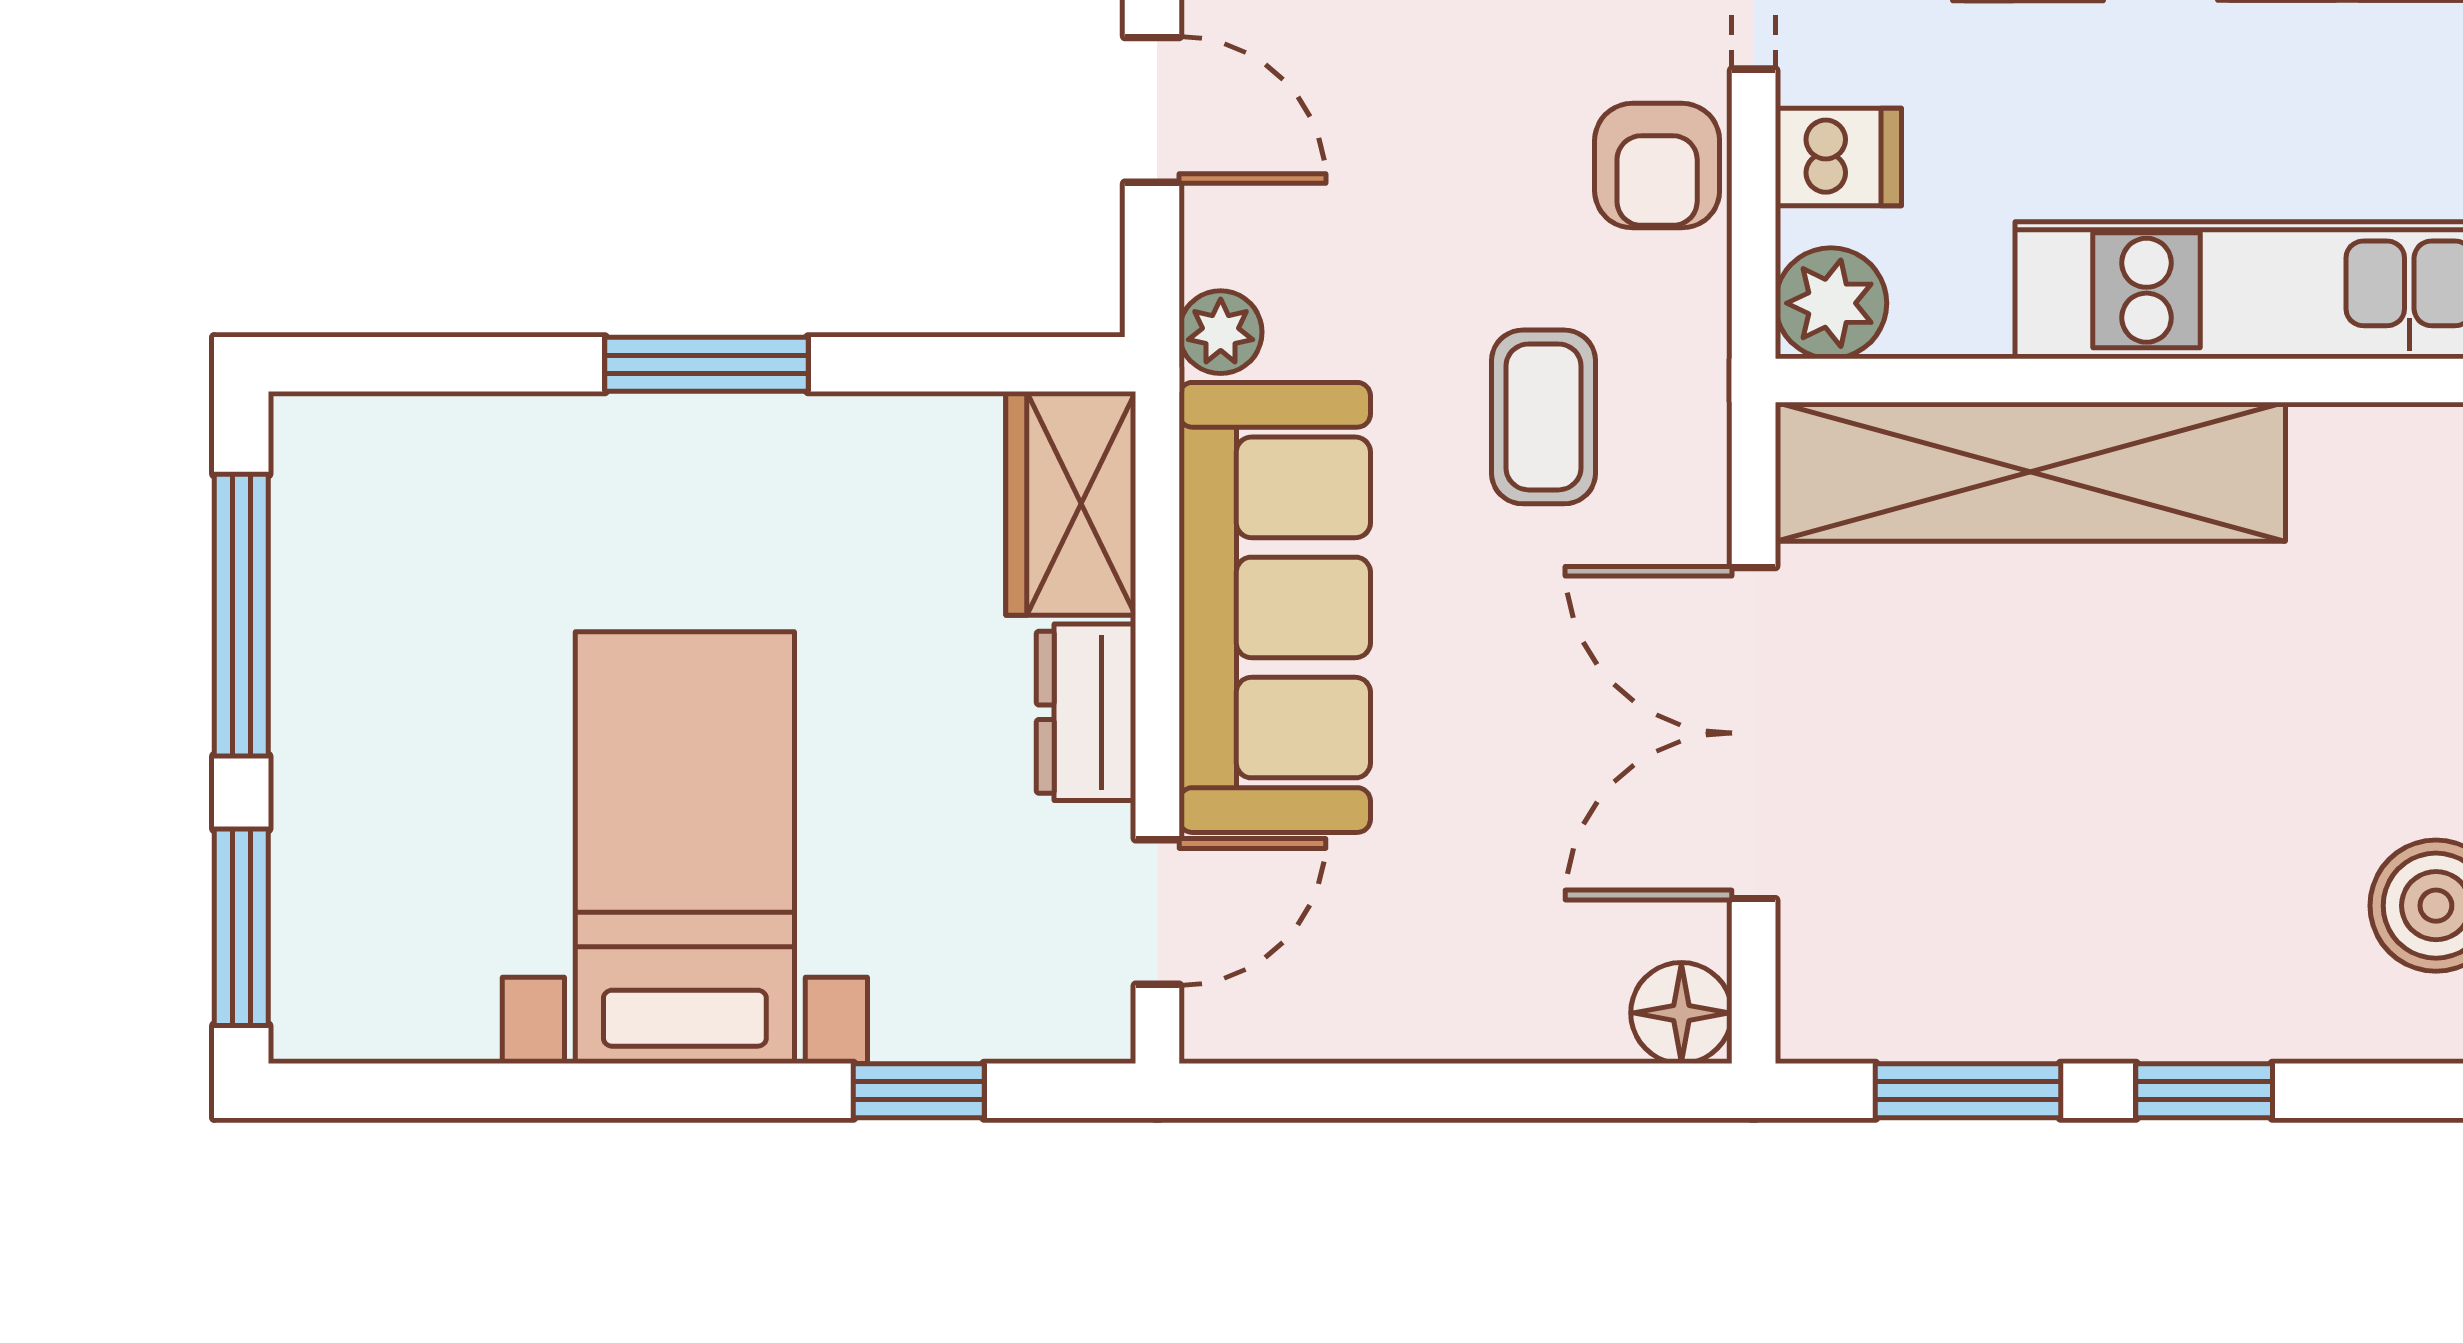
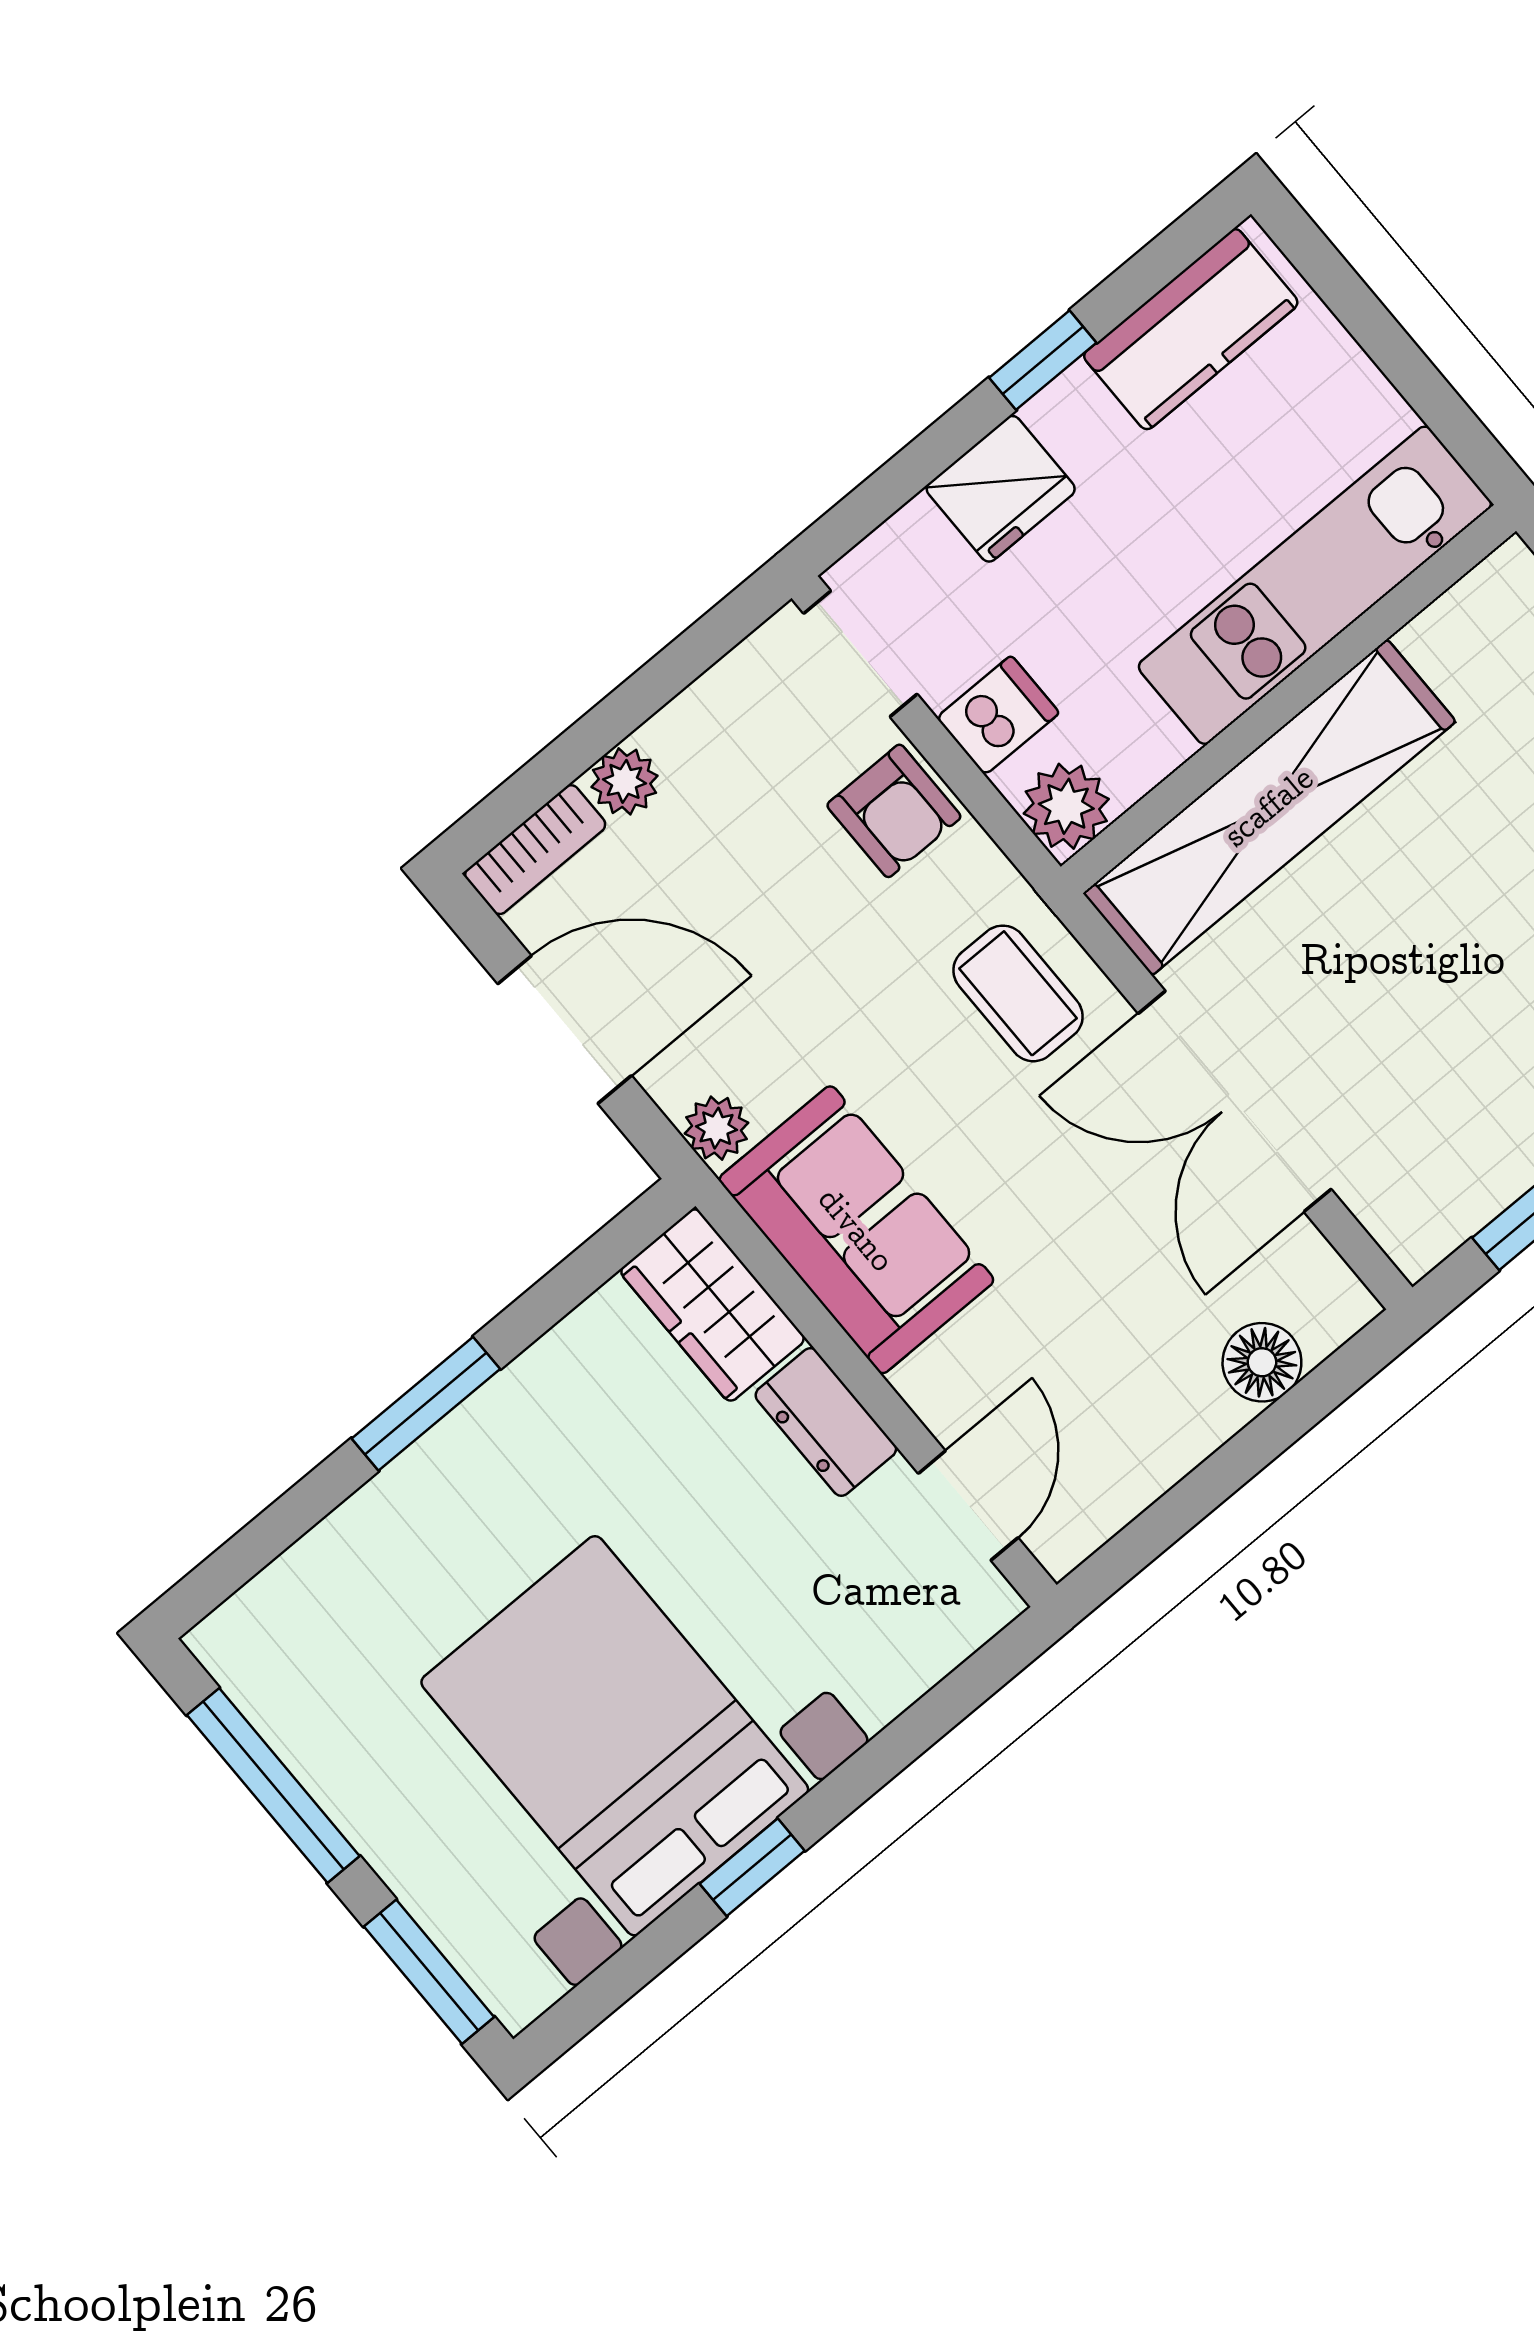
door: (1152, 110) -> (565, 1030), width x1.38
coffee table: (1543, 417) -> (1018, 993), moved
sofa: (1275, 607) -> (856, 1230), width x0.73
bed with nightstands: (685, 848) -> (615, 1736), width x1.36
floor lamp: (1681, 1013) -> (1262, 1362), moved
window: (919, 1091) -> (752, 1867), moved

